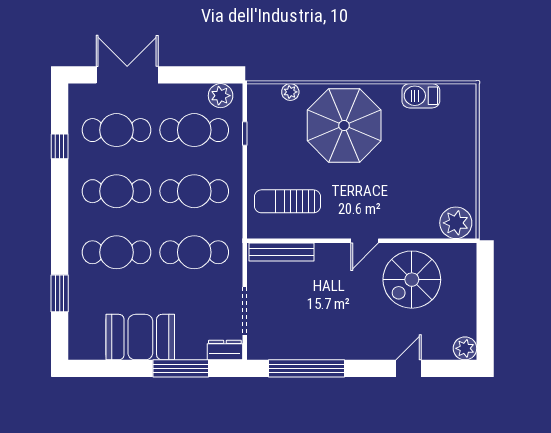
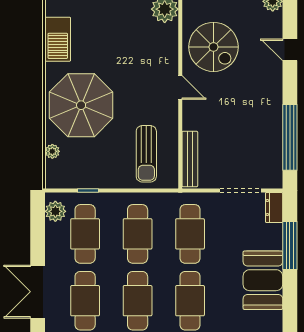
barbecue: (421, 96) -> (58, 39), width x1.37, depth x1.21

